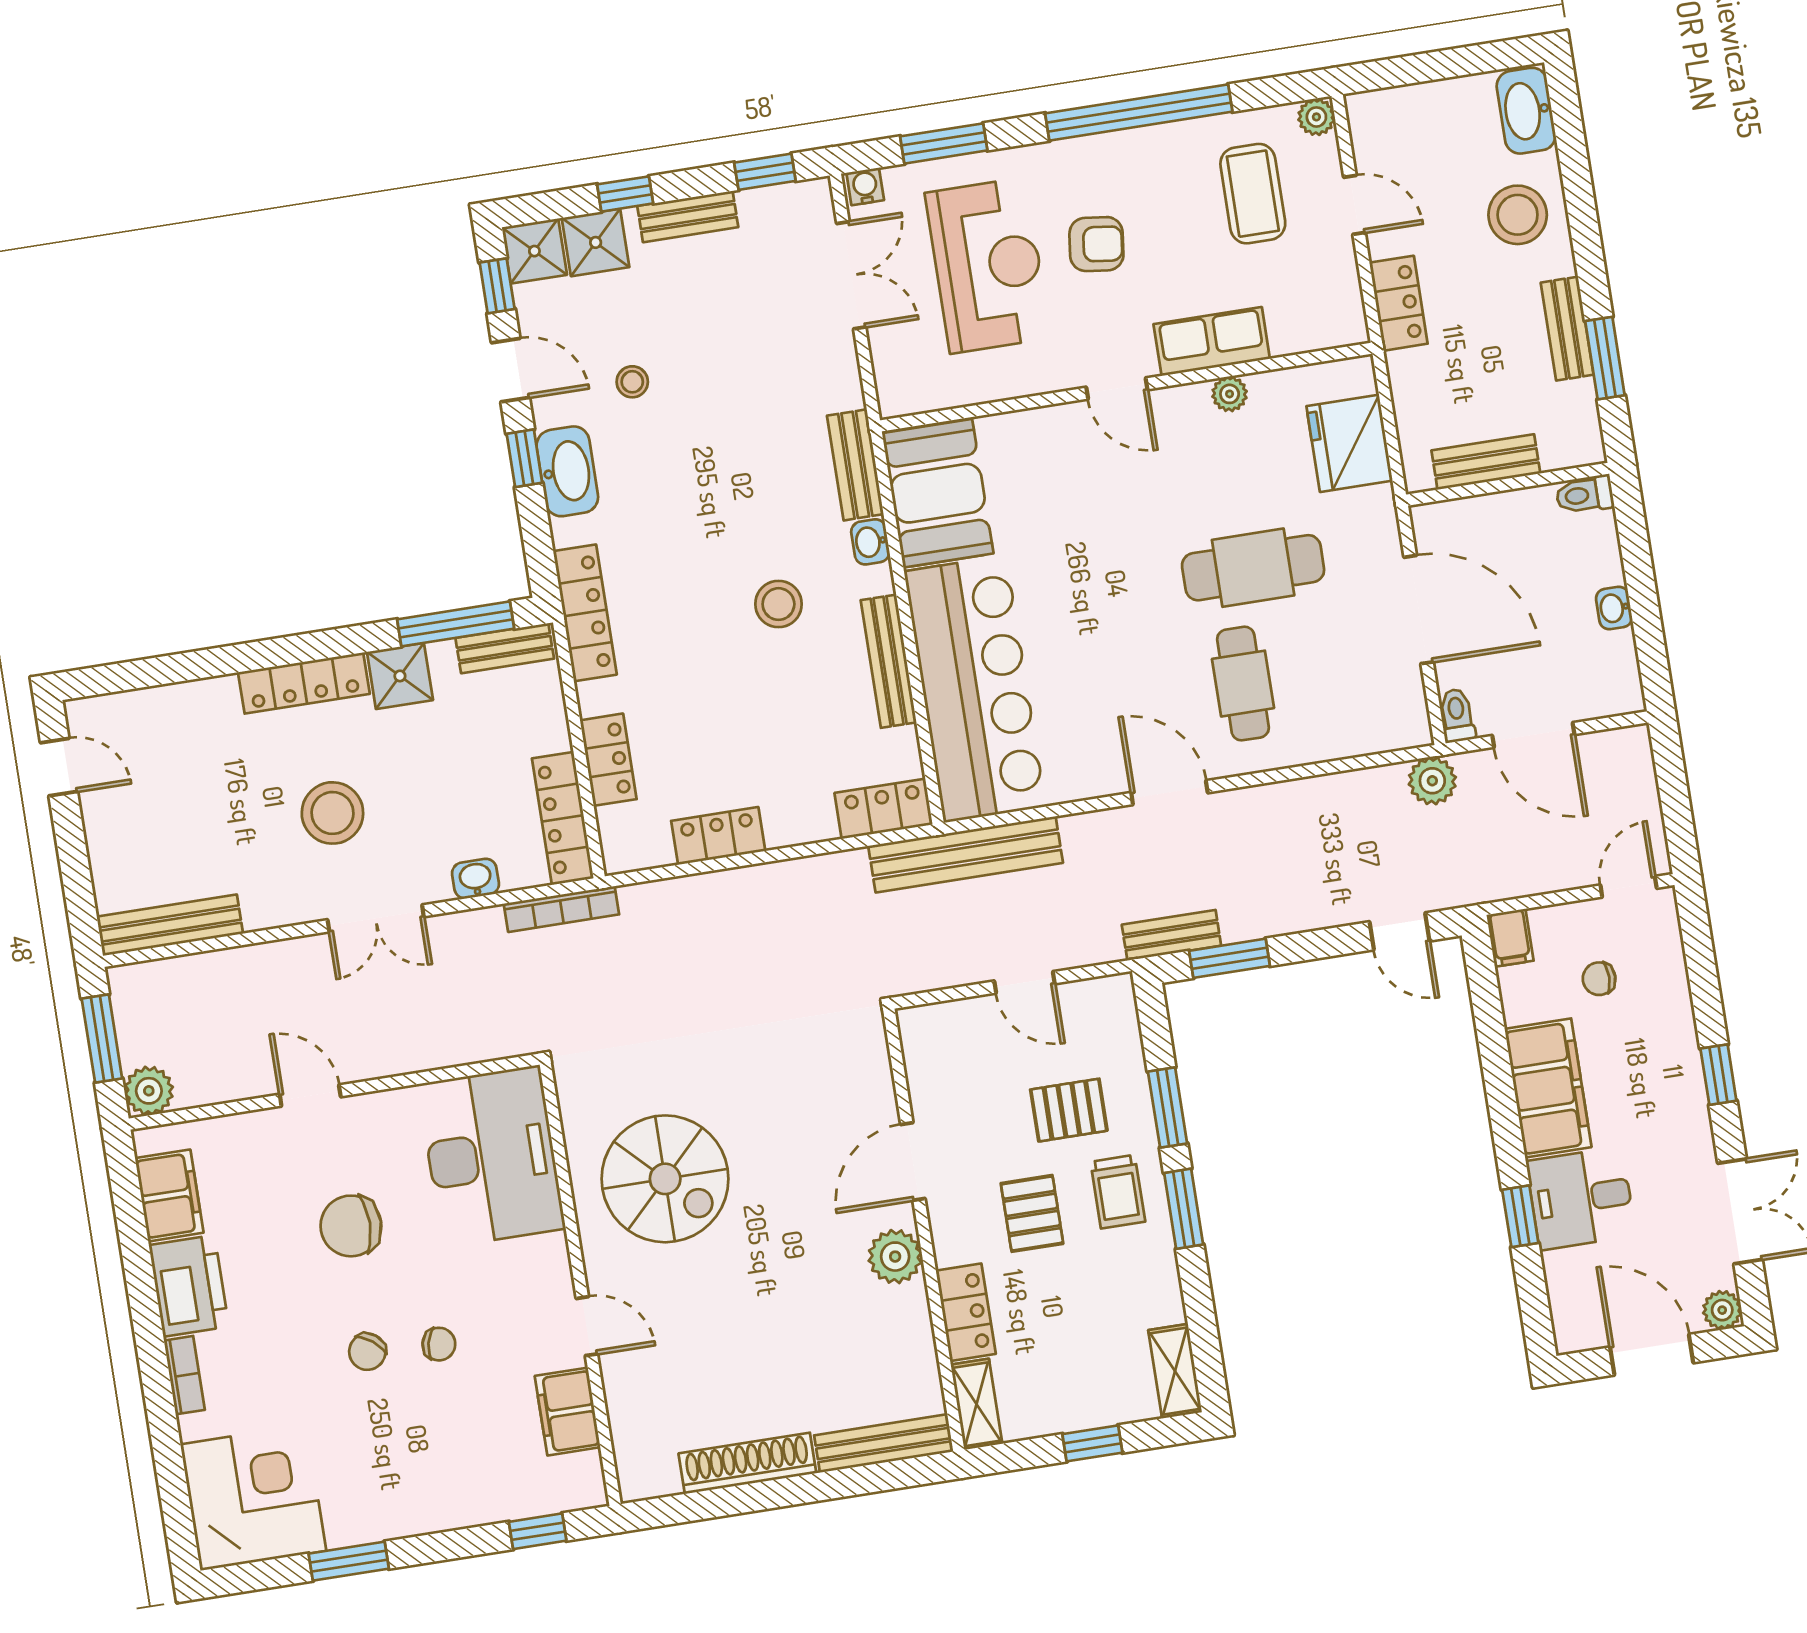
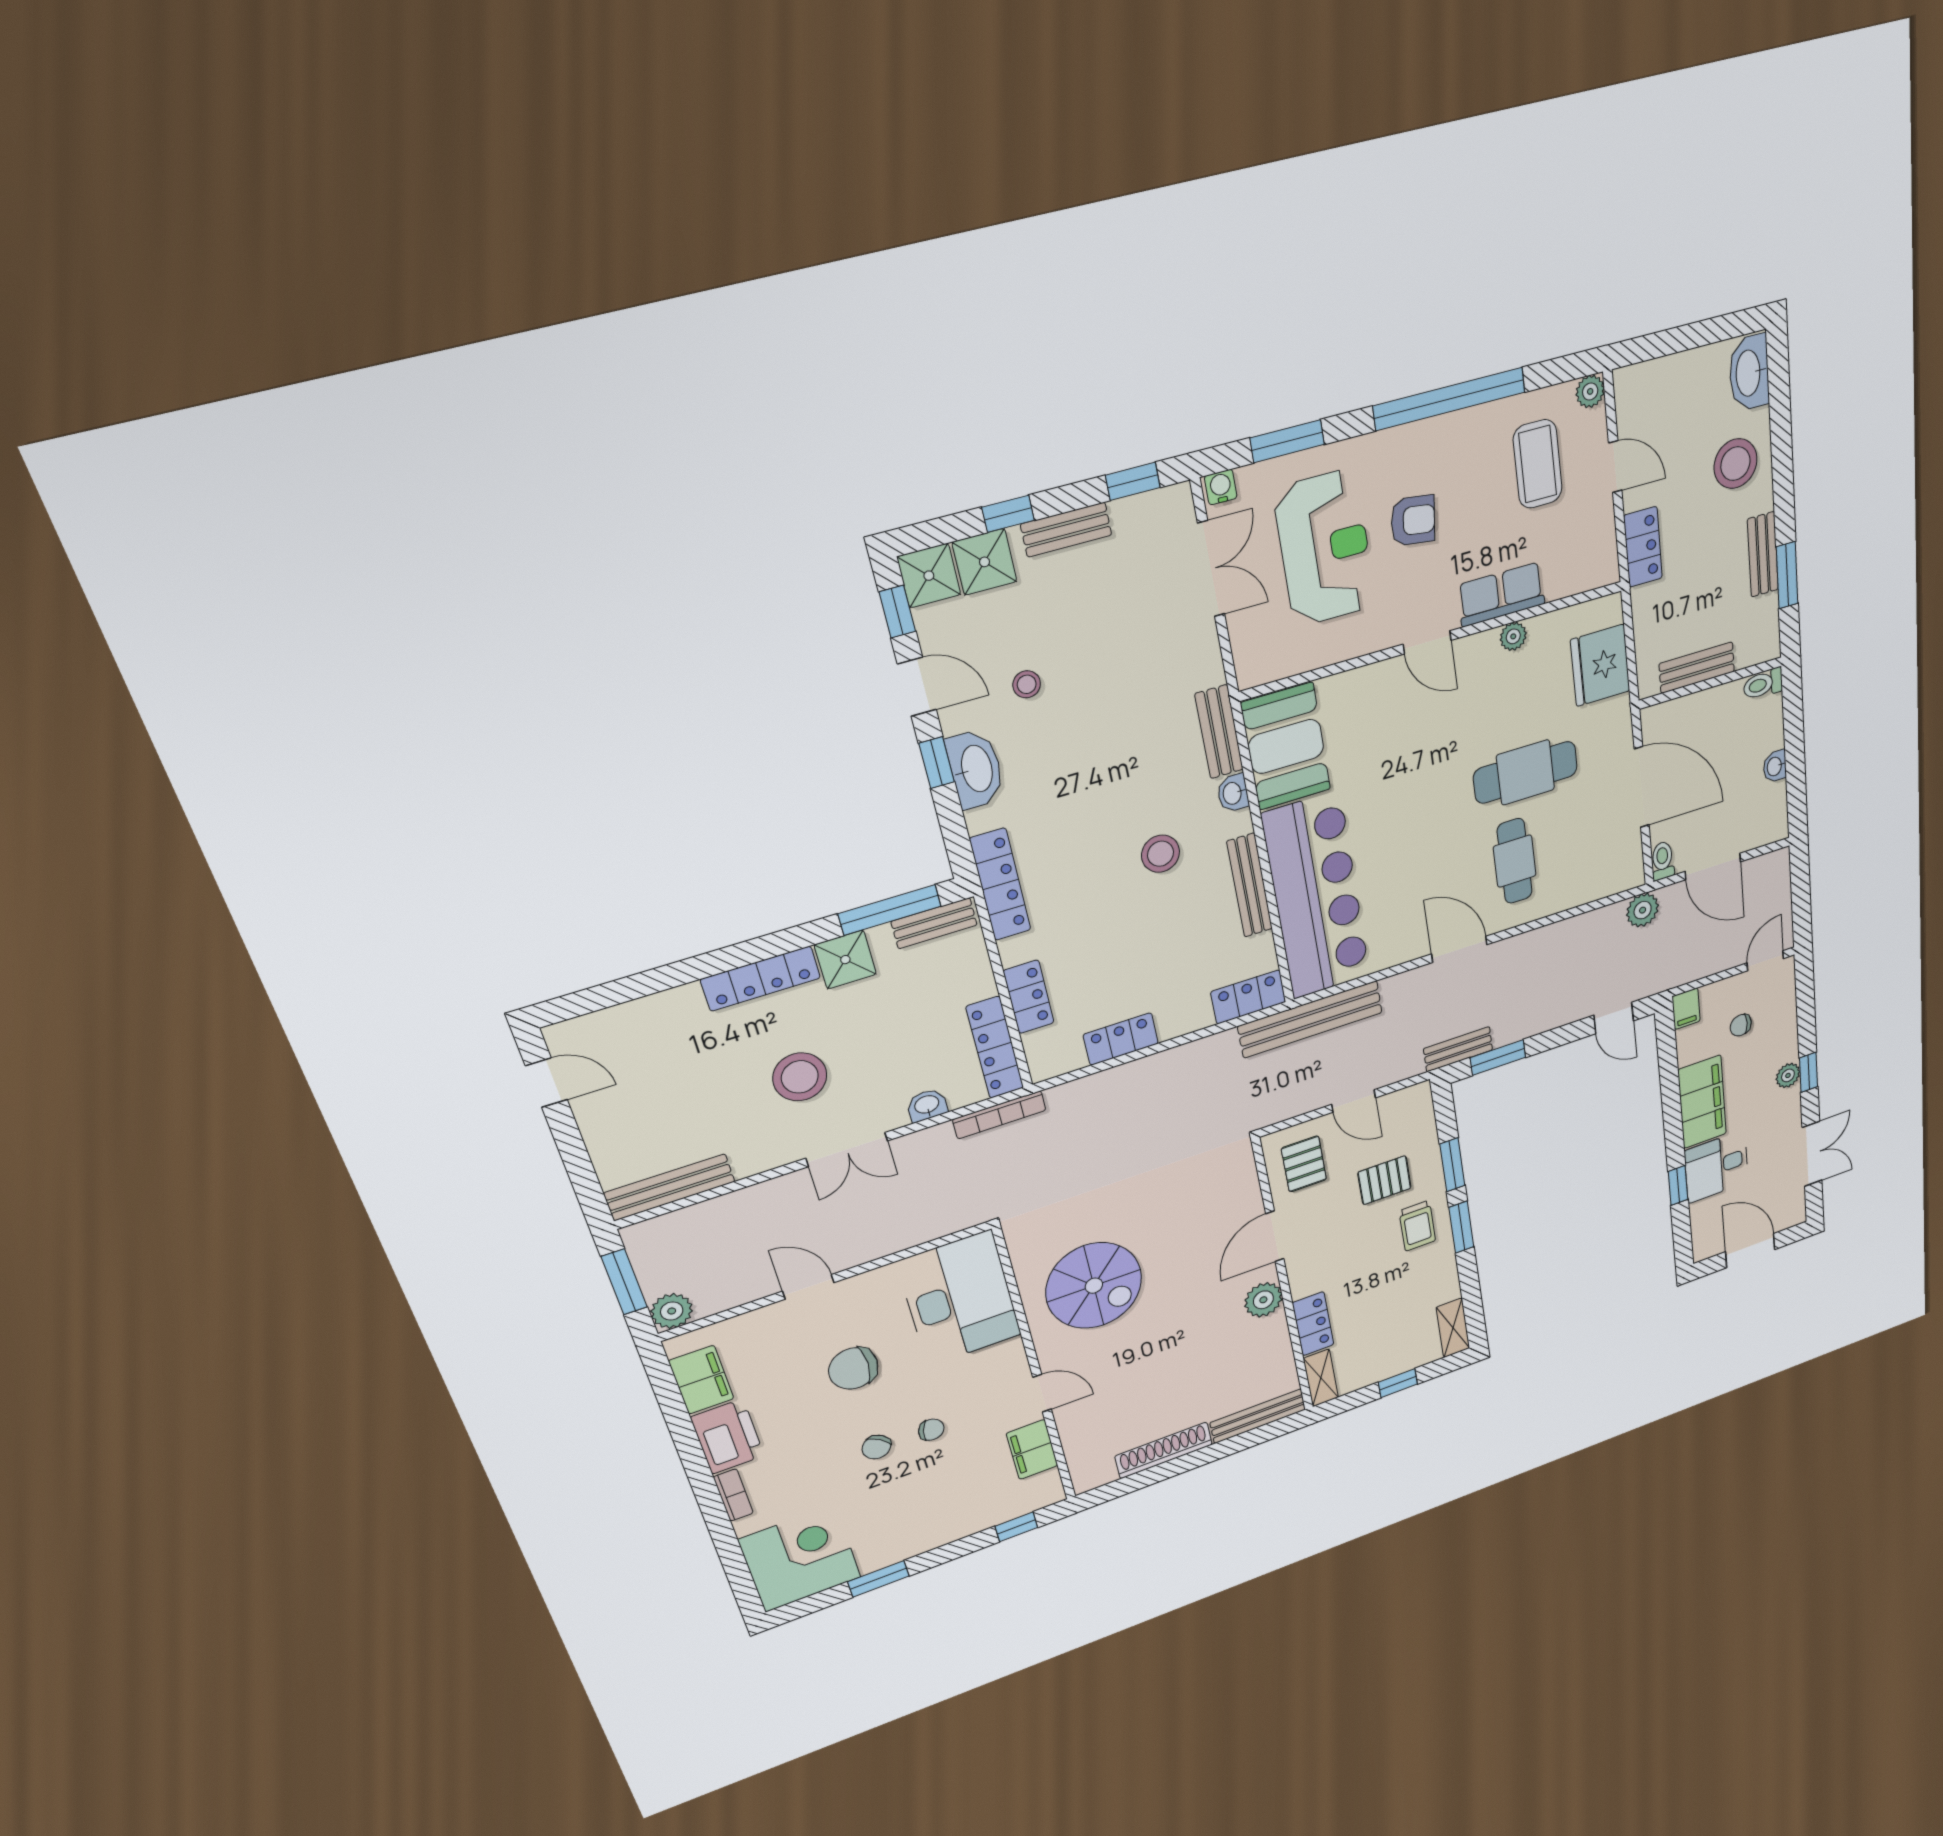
pallet: (1032, 1213) -> (1304, 1164), moved
plant: (1722, 1310) -> (1788, 1075), moved

